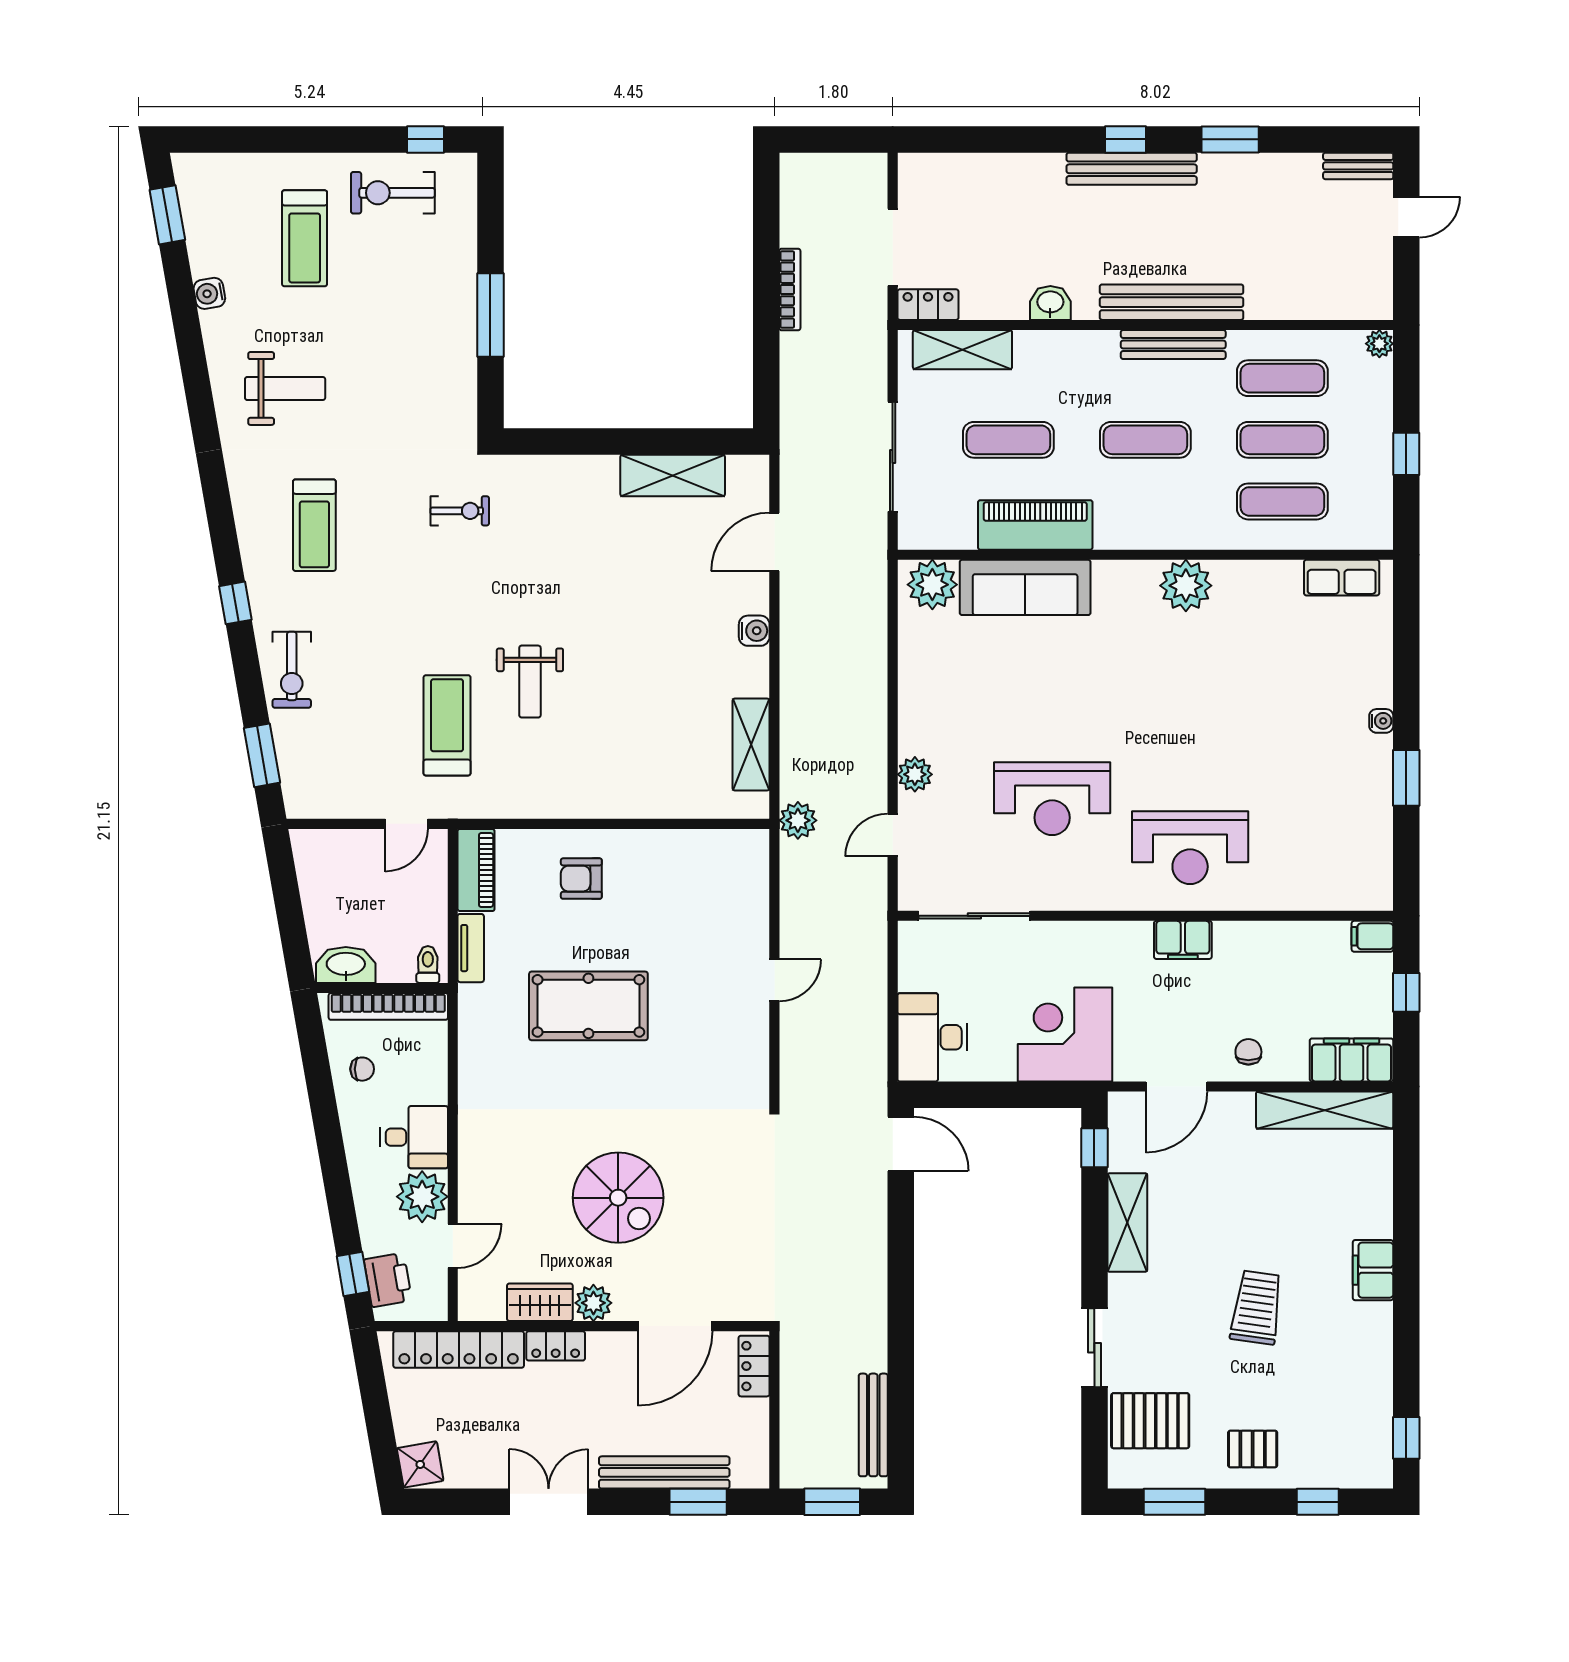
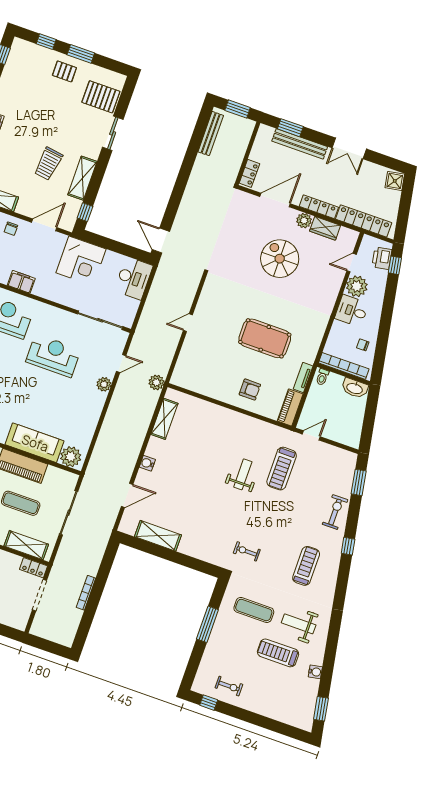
exercise bike: (393, 193) -> (229, 686), width x0.73, depth x0.72
treadmill: (305, 238) -> (278, 653), moved, turned -90
exercise mat: (397, 384) -> (254, 610), added
trolley: (1257, 1308) -> (48, 164), moved
locker: (556, 1346) -> (319, 207), width x1.53
window: (1174, 1502) -> (81, 54), moved

